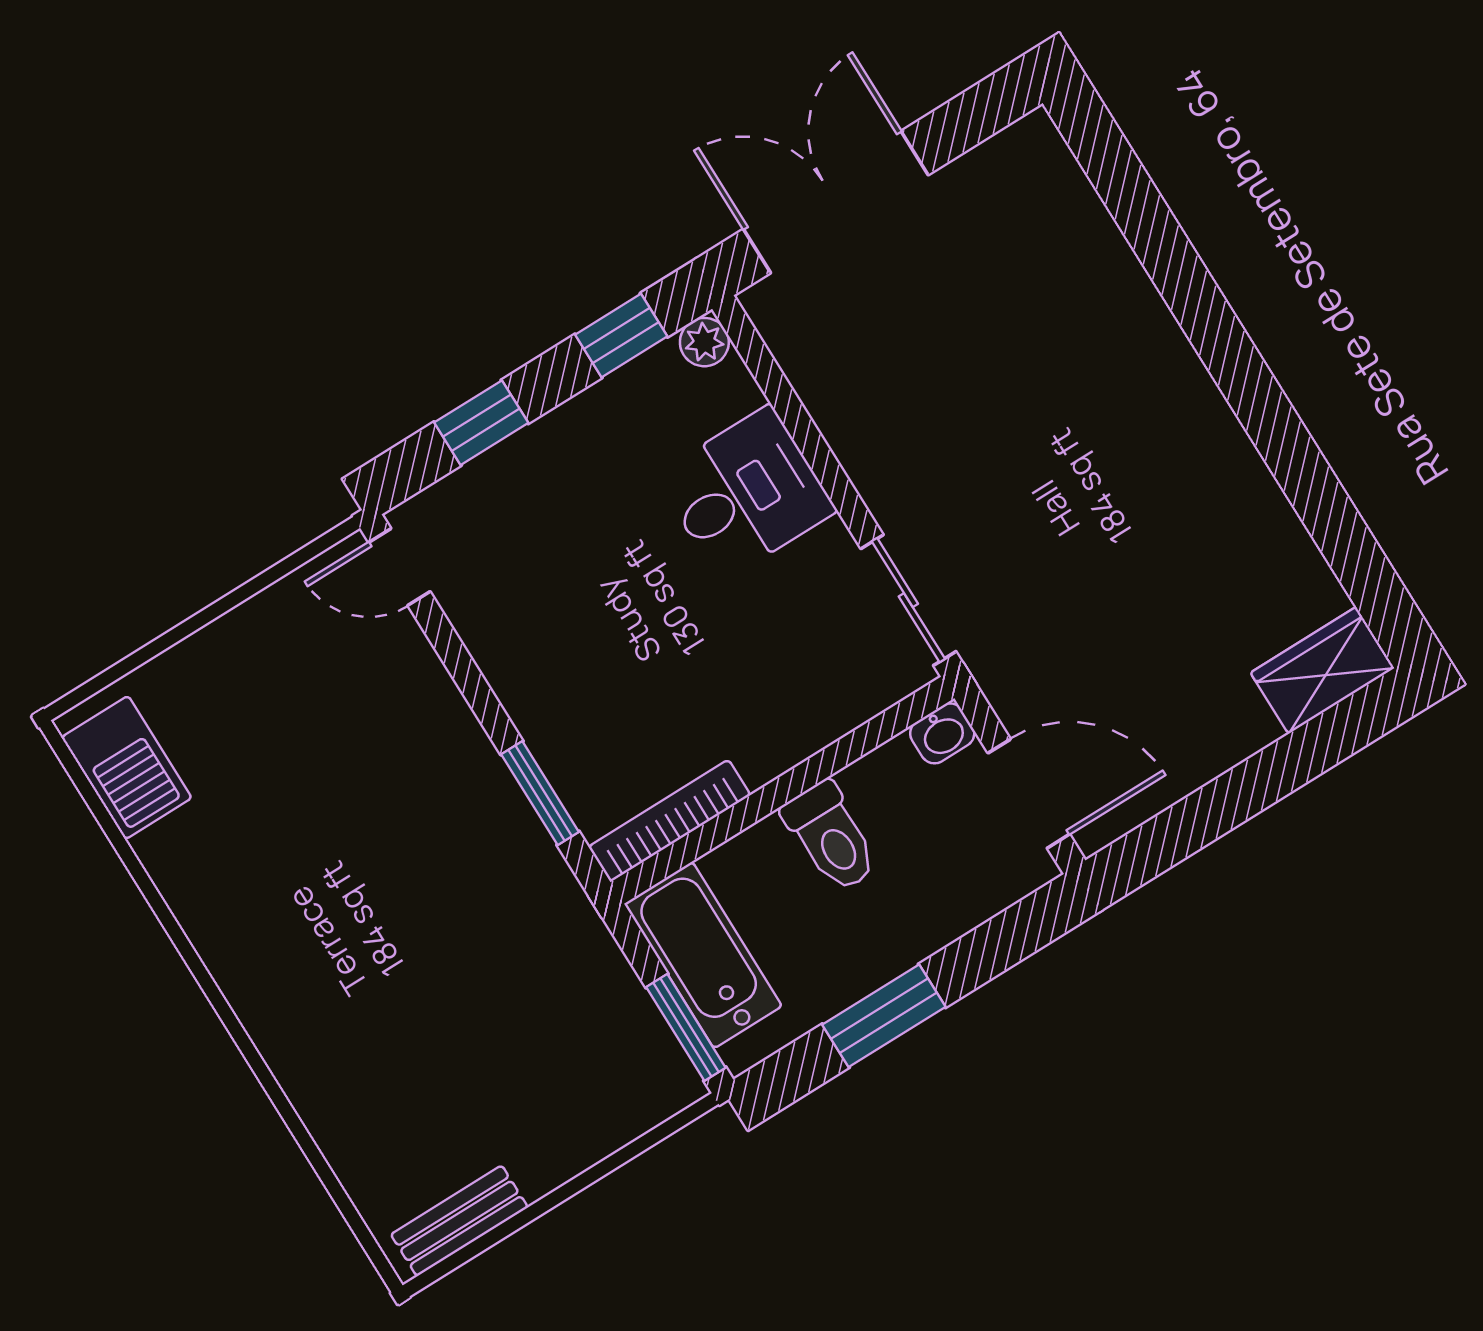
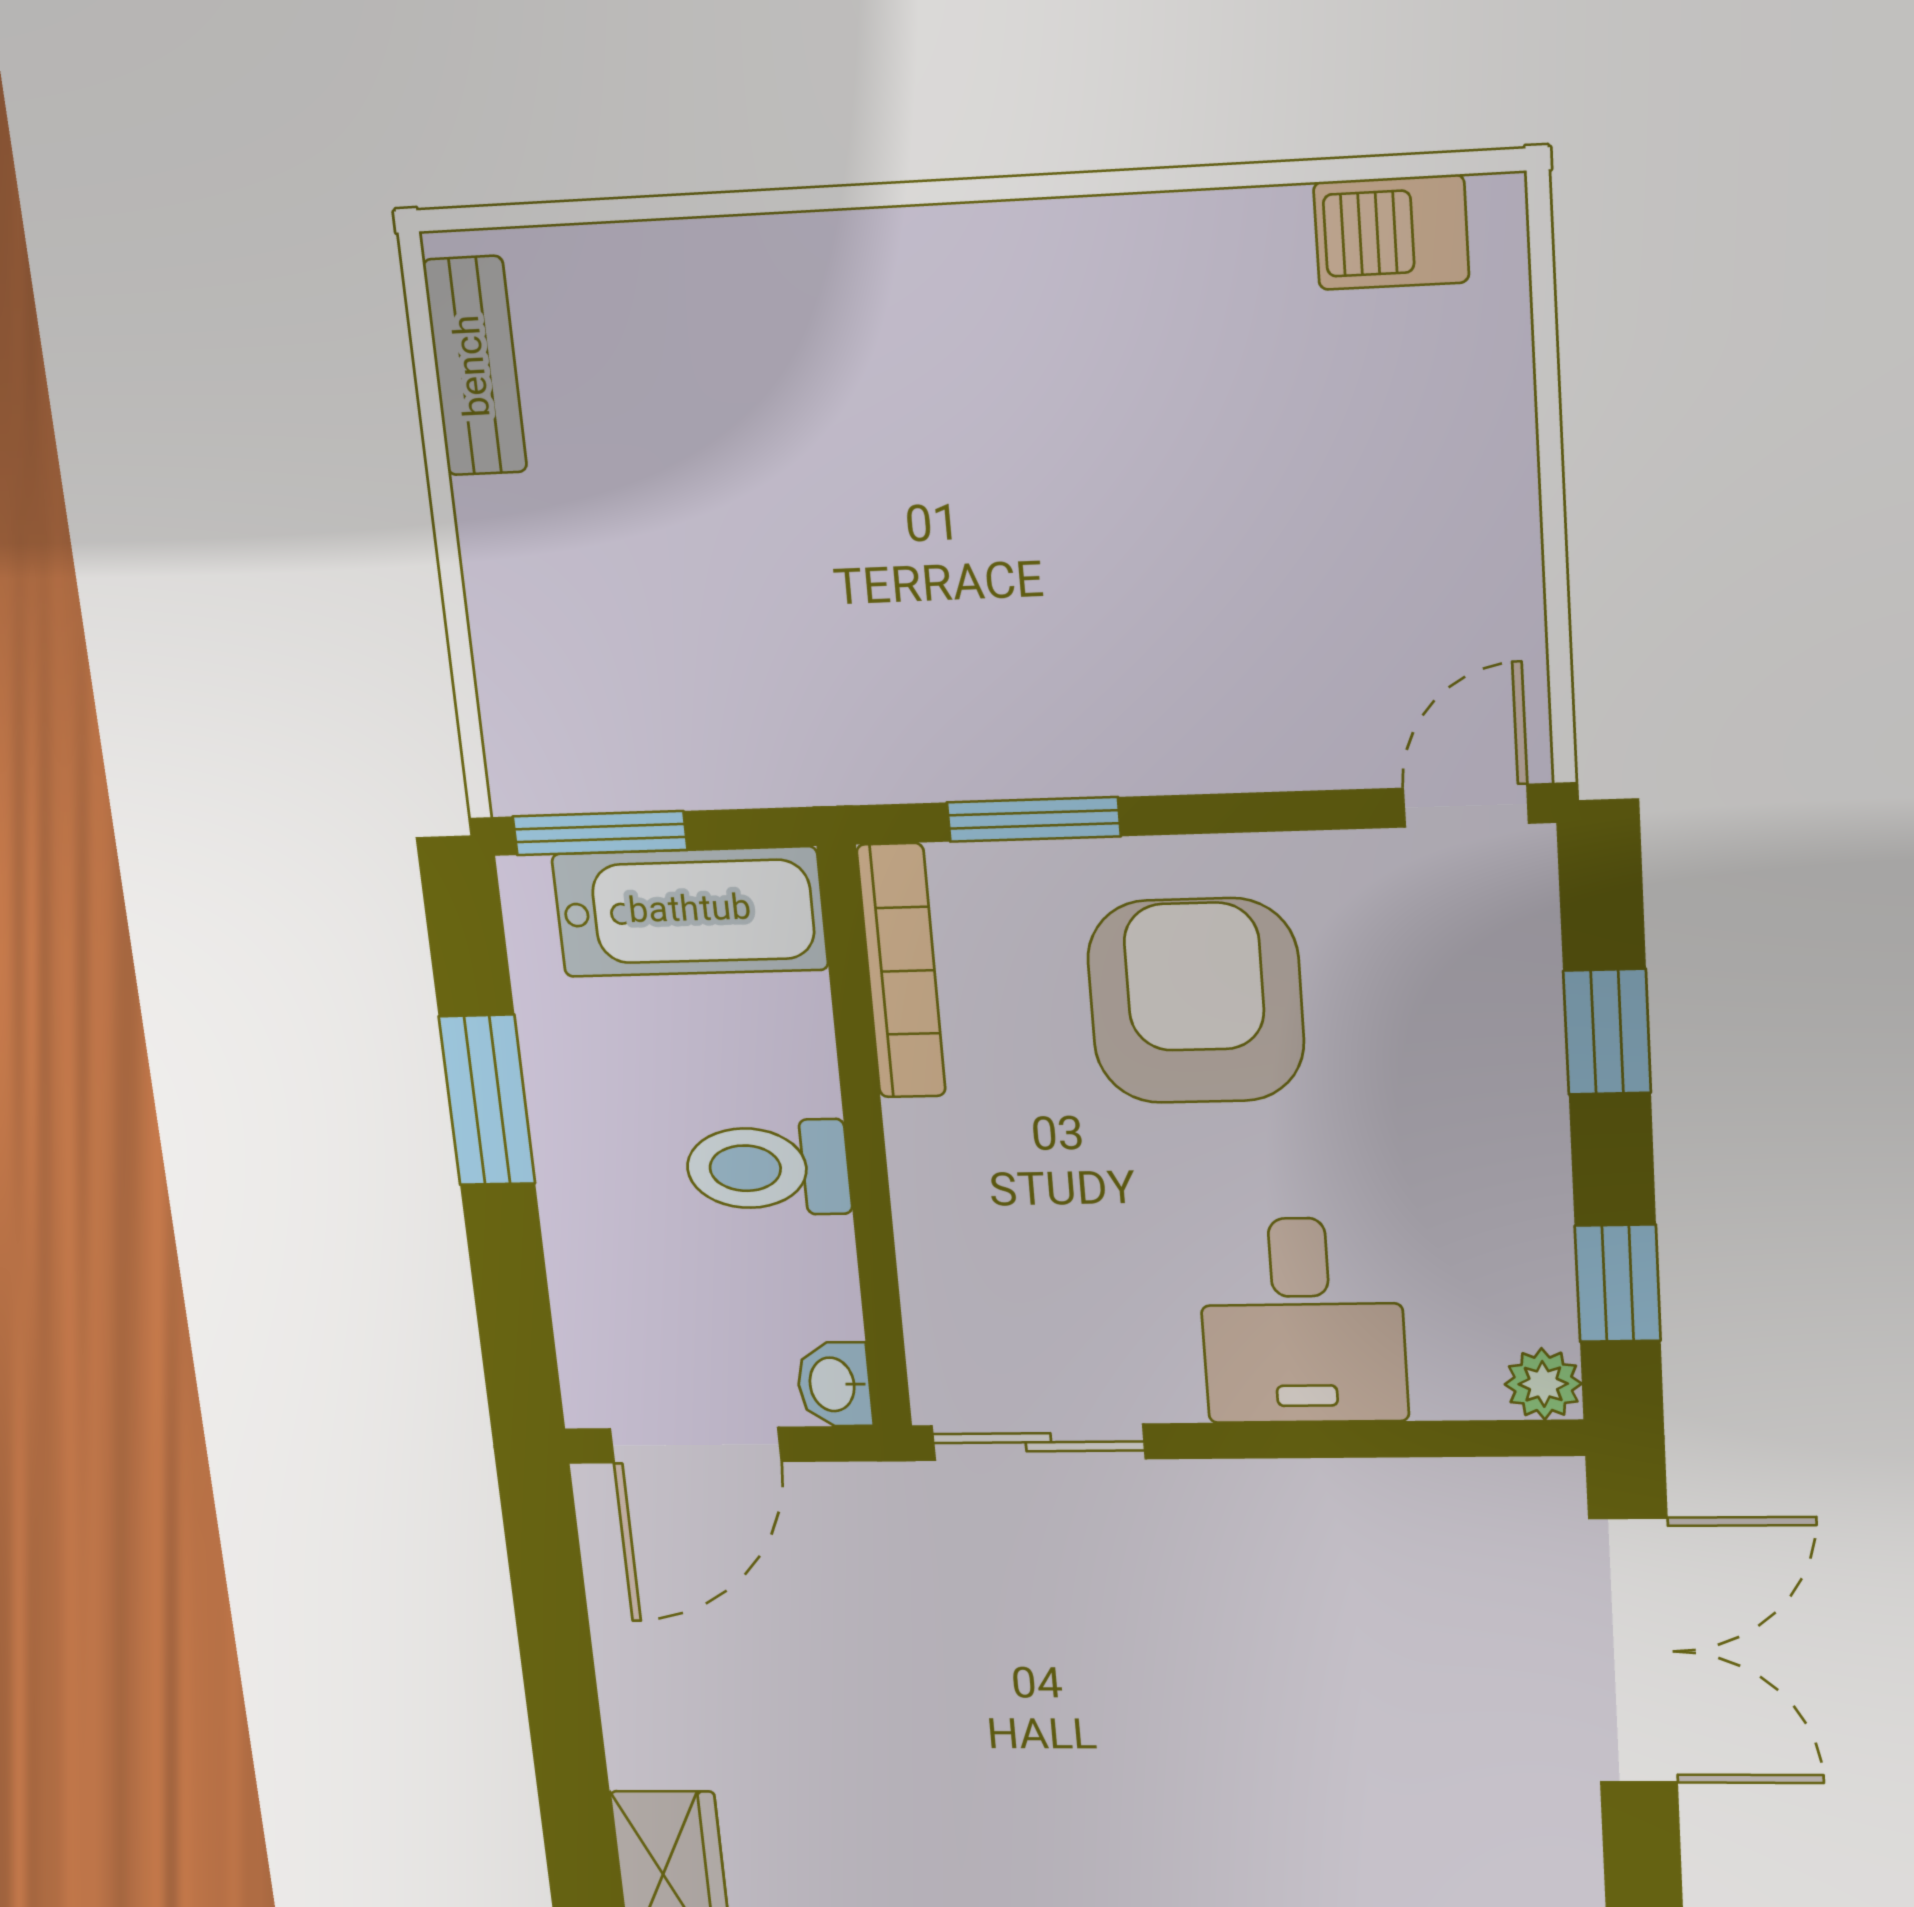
armchair: (593, 651) -> (1196, 1001), added
barbecue: (127, 768) -> (1391, 232), width x0.73, depth x0.79

